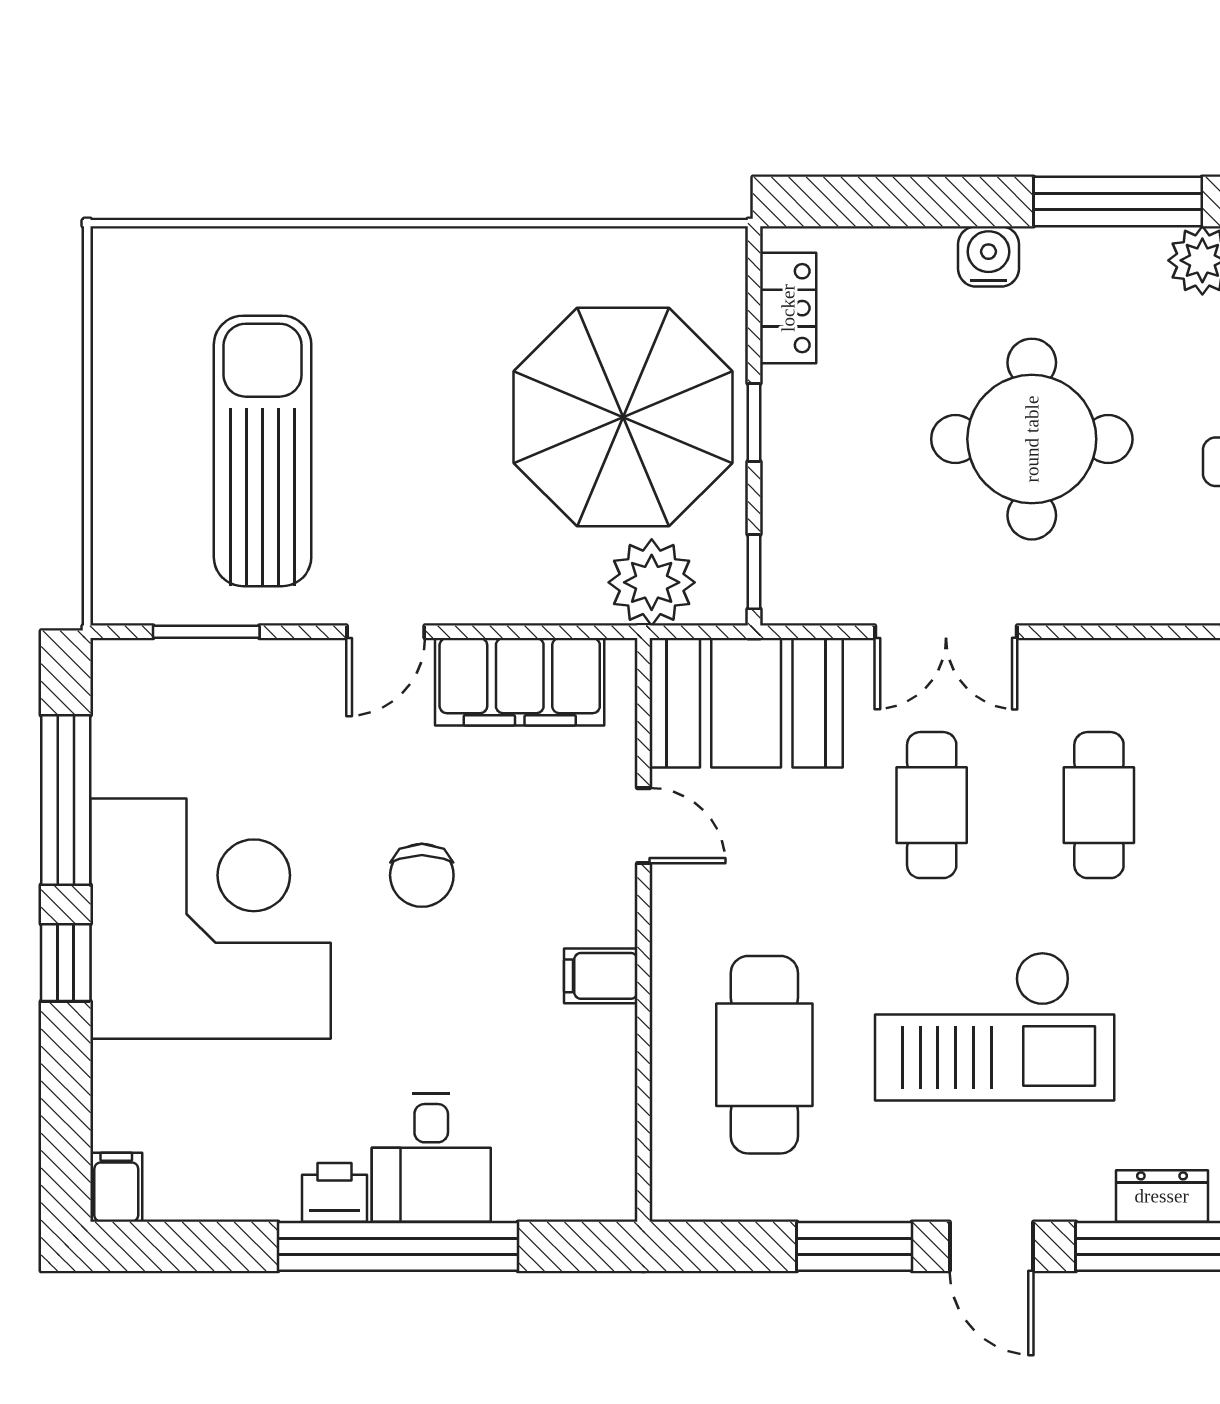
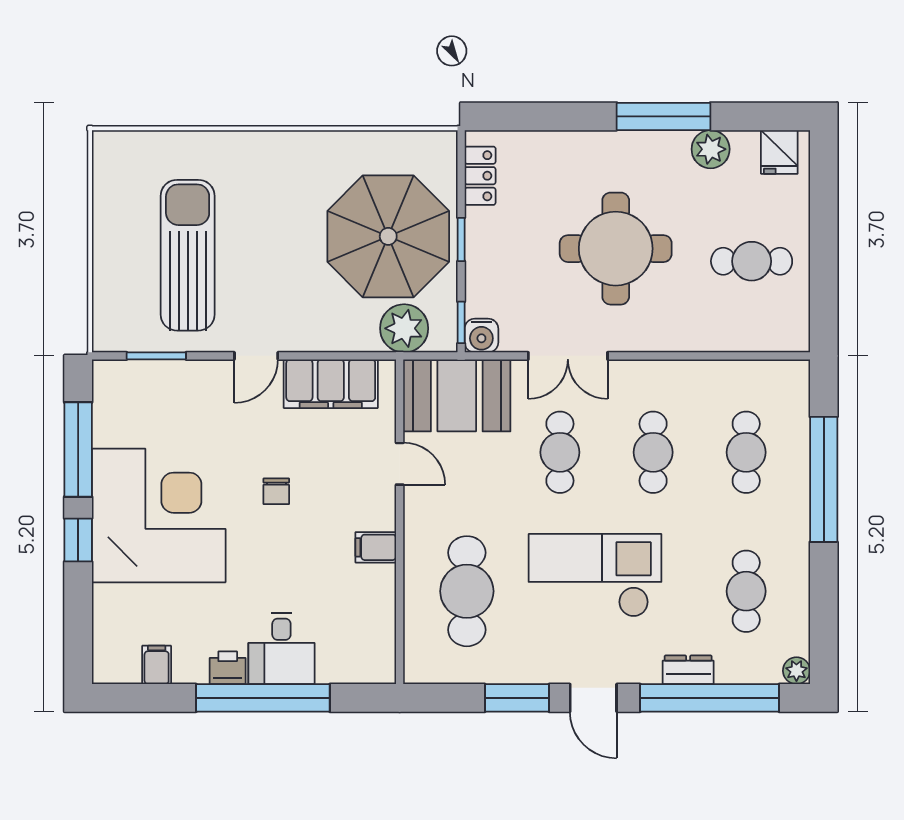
water cooler: (988, 256) -> (481, 336), moved, turned 180
chair: (422, 875) -> (276, 491), width x0.73, depth x0.73
checkout: (995, 1026) -> (595, 575), turned 180
filing cabinet: (116, 1187) -> (157, 665), moved

